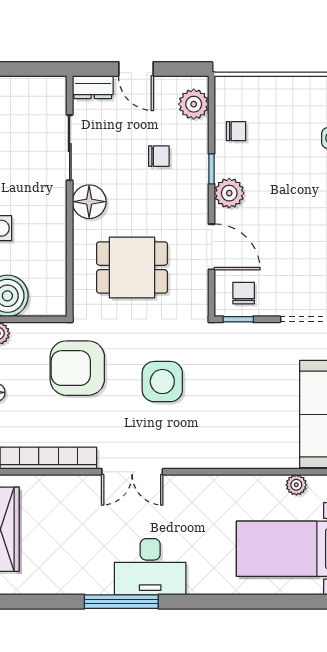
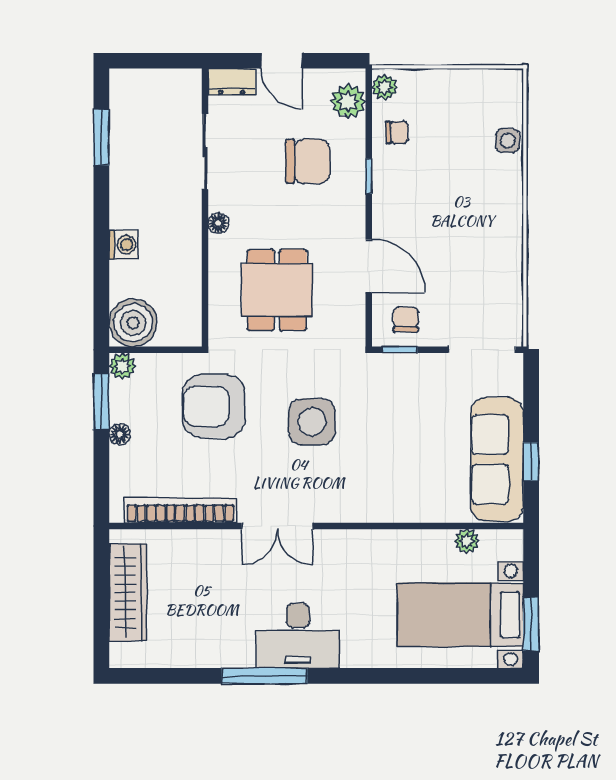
chair: (159, 156) -> (308, 161), width x1.87, depth x1.87
plant: (229, 193) -> (384, 87), moved, width x0.73, depth x0.73
floor lamp: (89, 202) -> (218, 223), width x0.53, depth x0.53
dining table: (132, 267) -> (277, 290), turned 90

